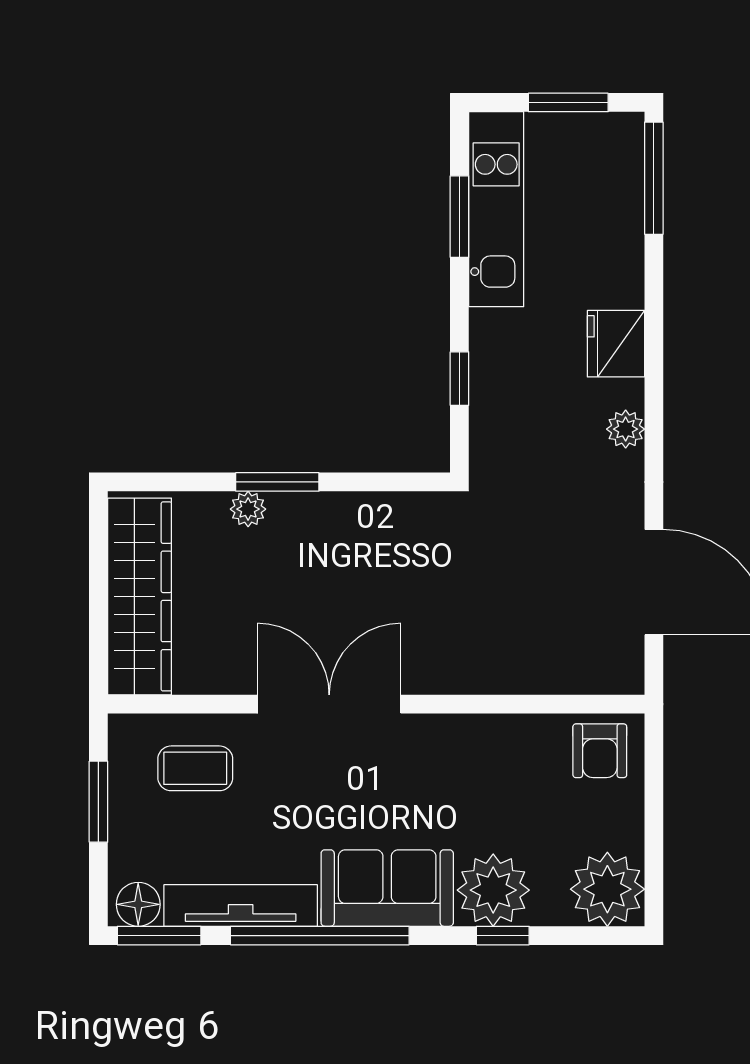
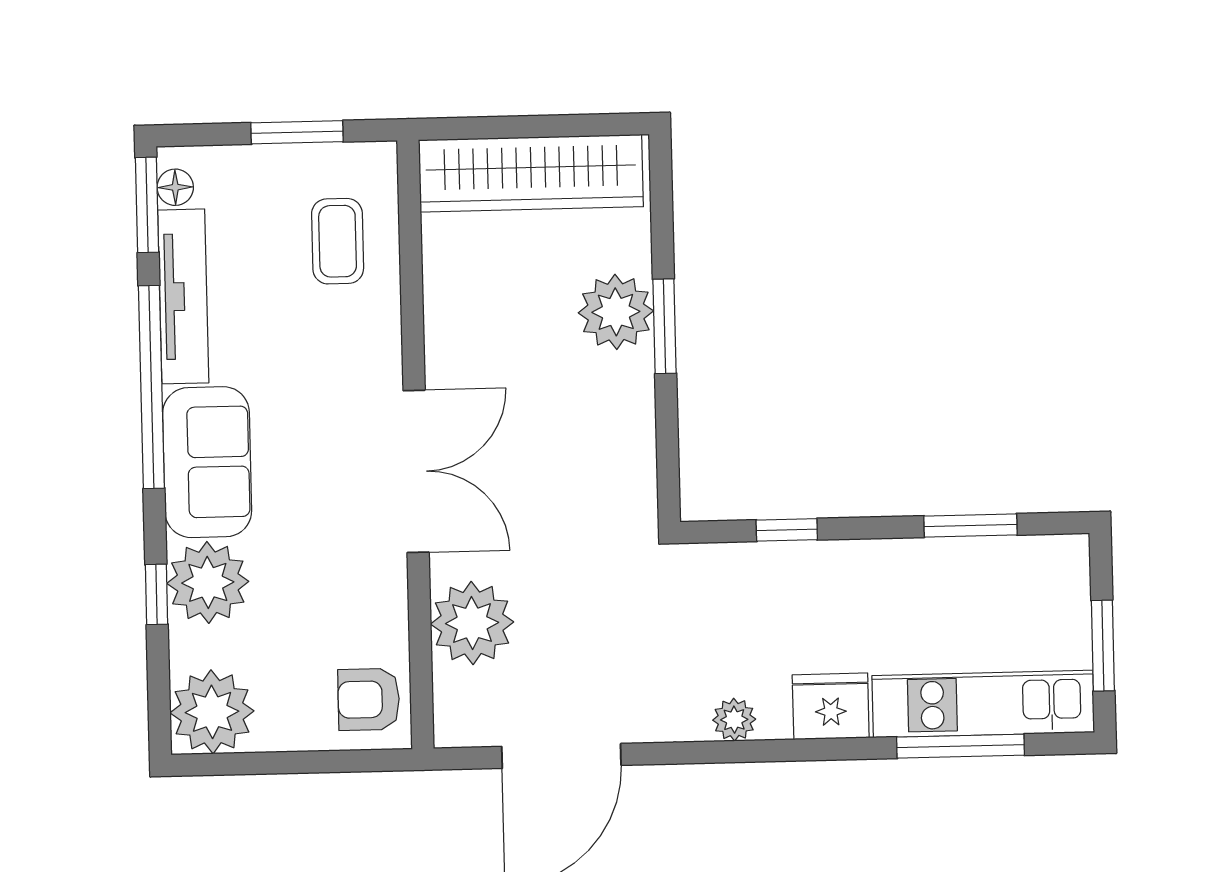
window: (654, 178) -> (961, 746), moved
kitchen unit: (496, 209) -> (983, 704), moved, turned 180
plant: (248, 509) -> (616, 312), width x1.87, depth x1.87
plant: (535, 658) -> (472, 623), added
double door: (329, 704) -> (416, 471), moved
floor lamp: (138, 904) -> (175, 187), width x0.73, depth x0.73

